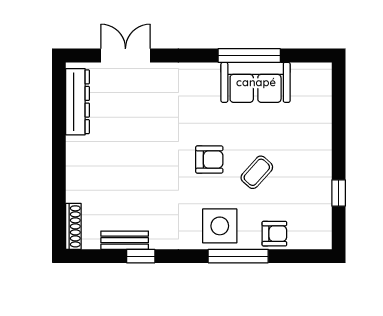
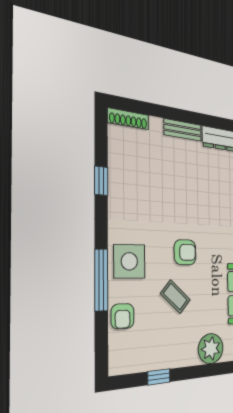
plant: (315, 127) -> (211, 349), added
armchair: (209, 159) -> (185, 252), turned -90
bench: (125, 240) -> (183, 130), moved, turned 90

